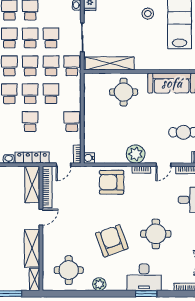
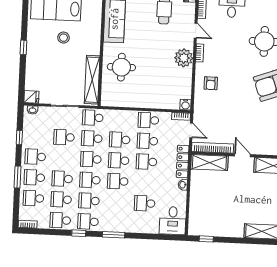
stool: (148, 14) -> (63, 38), moved
school desk: (30, 38) -> (147, 141), moved
armchair: (112, 182) -> (211, 83), width x0.53, depth x0.53

